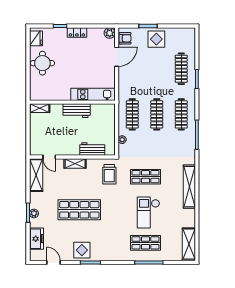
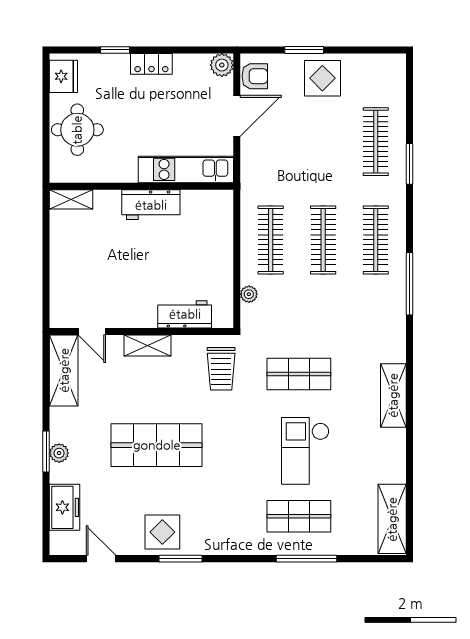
kitchen unit: (93, 94) -> (186, 169), moved
wall: (72, 102) -> (141, 186), moved
shelving: (40, 108) -> (71, 199), moved
workbench: (77, 111) -> (151, 205), moved
shelving: (189, 187) -> (393, 395), width x0.68

